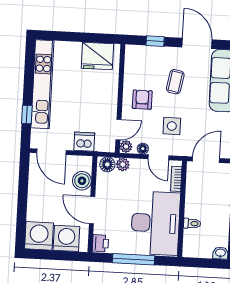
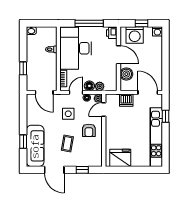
door: (158, 157) -> (76, 92), hinge flipped
door: (206, 160) -> (44, 92), hinge flipped
floor lamp: (107, 164) -> (89, 86), moved
washing machine: (39, 236) -> (157, 31), width x0.53, depth x0.53
window: (55, 255) -> (141, 23), added

